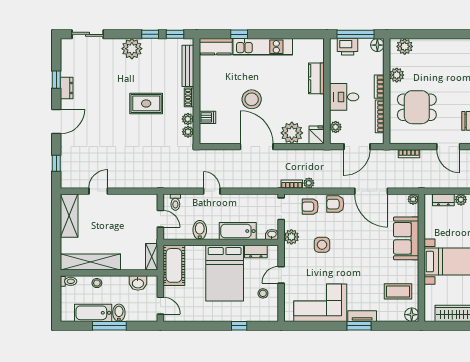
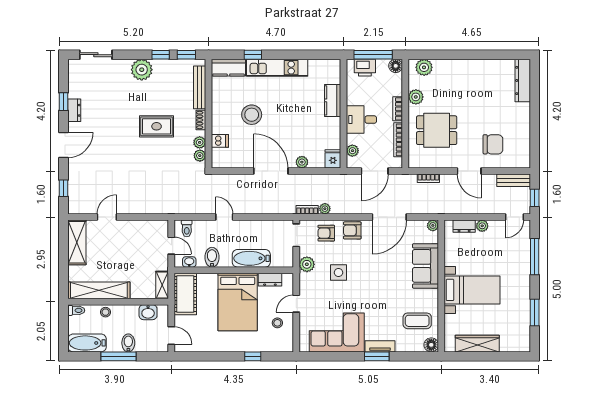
stool: (252, 99) -> (252, 115), moved
plant: (292, 133) -> (302, 162), width x0.53, depth x0.53
door: (371, 191) -> (389, 217), hinge flipped
washbasin: (272, 235) -> (189, 262), moved
bathtub: (93, 313) -> (87, 343), moved

